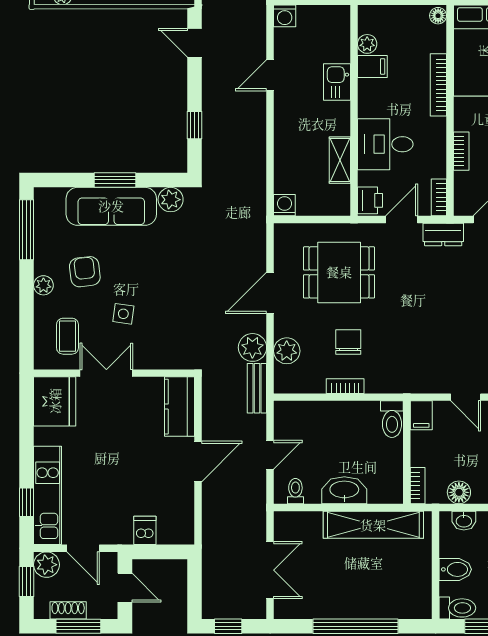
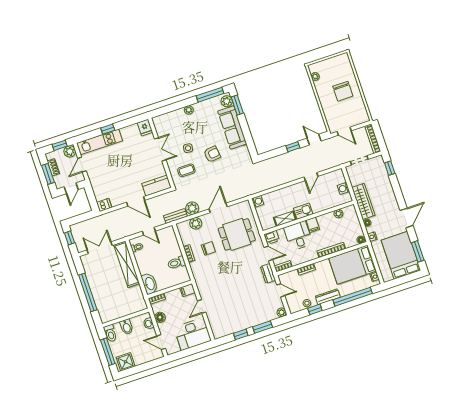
washing machine: (285, 16) -> (343, 188), moved
door: (194, 43) -> (314, 140), hinge flipped
filing cabinet: (372, 66) -> (313, 225), moved
door: (270, 75) -> (311, 177), swing flipped
kitchen sink: (337, 82) -> (303, 211), moved
window: (194, 125) -> (293, 147), moved
window: (115, 180) -> (237, 105), moved
plant: (171, 200) -> (227, 101), moved
armchair: (85, 272) -> (212, 154), moved
dining table: (339, 272) -> (237, 234), turned 90
door: (270, 293) -> (218, 208), hinge flipped
coffee table: (67, 336) -> (186, 170), moved
fridge: (55, 401) -> (145, 127), width x0.53, depth x0.75
toilet: (392, 419) -> (176, 263), moved
washbasin: (344, 490) -> (150, 284), moved
window: (27, 502) -> (108, 129), moved
shelving: (373, 525) -> (127, 264), moved
dishwasher: (145, 530) -> (104, 205), moved
double door: (270, 570) -> (100, 248), swing flipped

